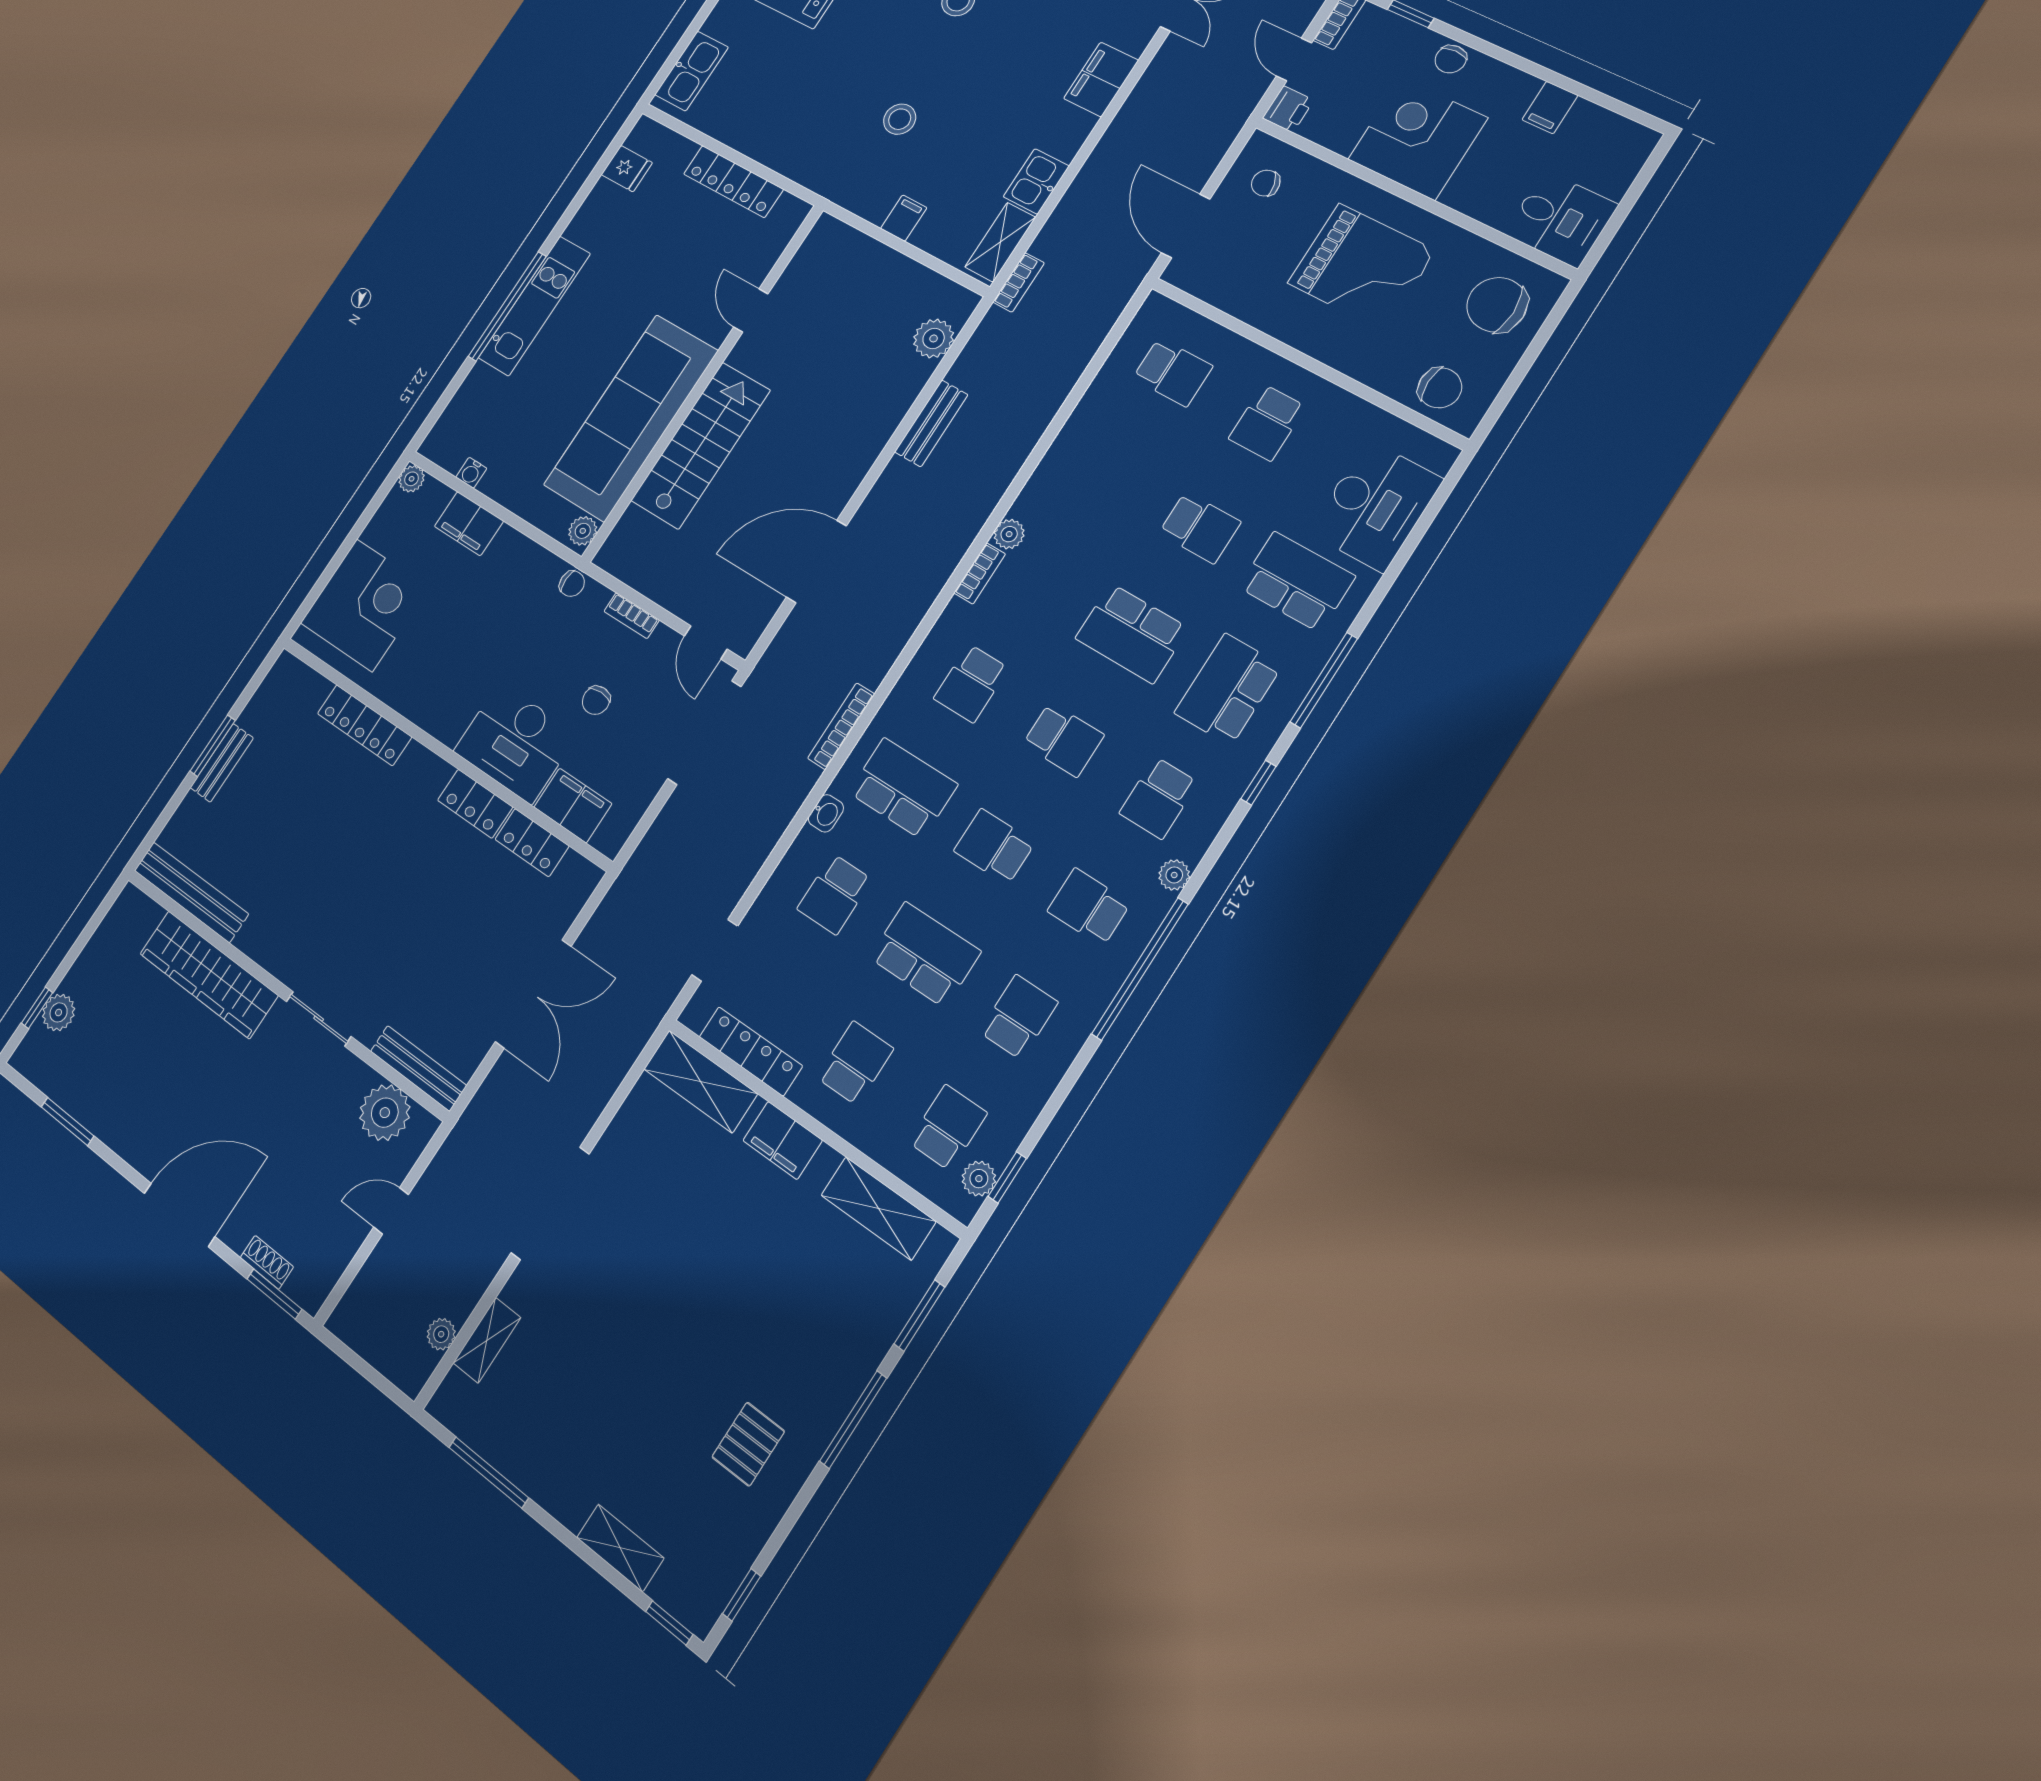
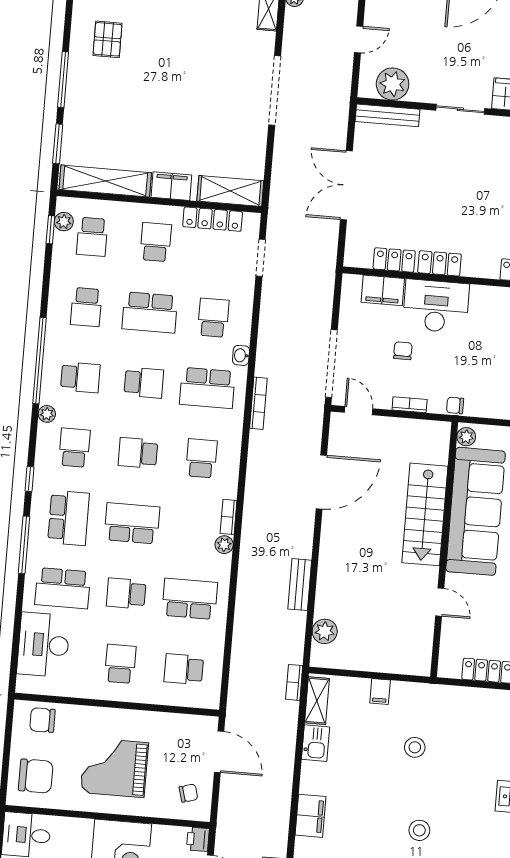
school desk: (1106, 475) -> (190, 599), added
school desk: (855, 1063) -> (156, 242), turned 180
shelving: (878, 1208) -> (105, 181), width x1.47

